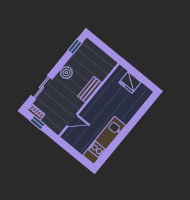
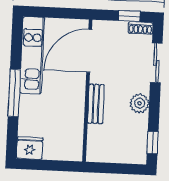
fridge: (130, 82) -> (30, 148), moved
door: (72, 120) -> (89, 51), width x1.87
window: (128, 127) -> (14, 93), added

